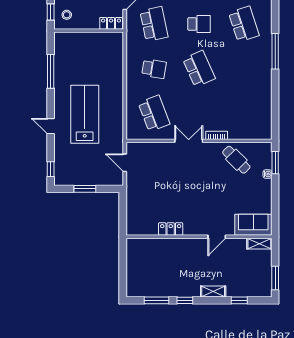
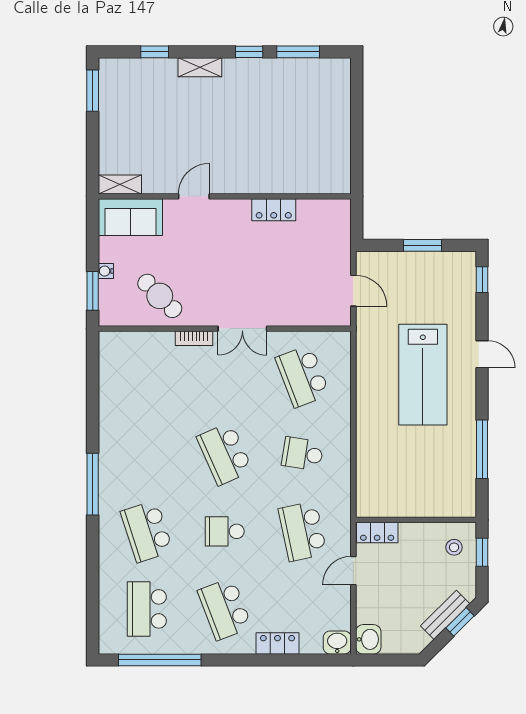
sofa: (253, 225) -> (131, 217), moved
locker: (171, 229) -> (274, 210), moved
wall: (199, 237) -> (225, 196), moved
door: (217, 237) -> (194, 196), moved
shelving: (259, 244) -> (120, 184), moved

